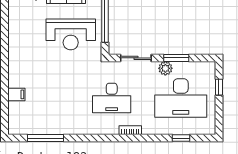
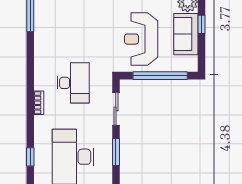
plant: (165, 68) -> (105, 140), removed
desk: (112, 98) -> (73, 83), turned 180

